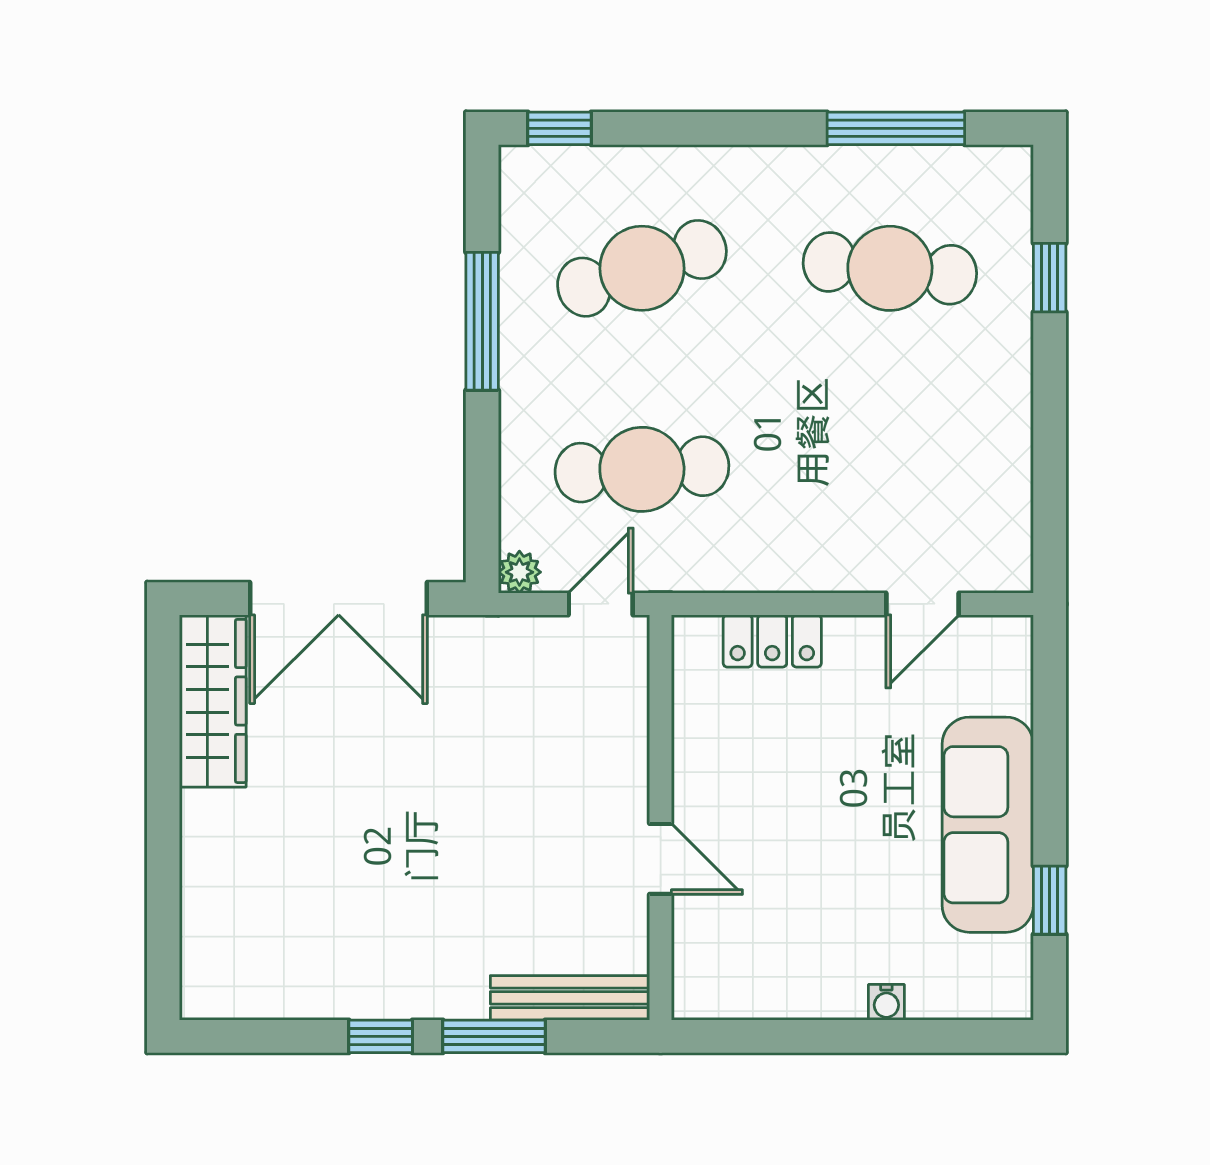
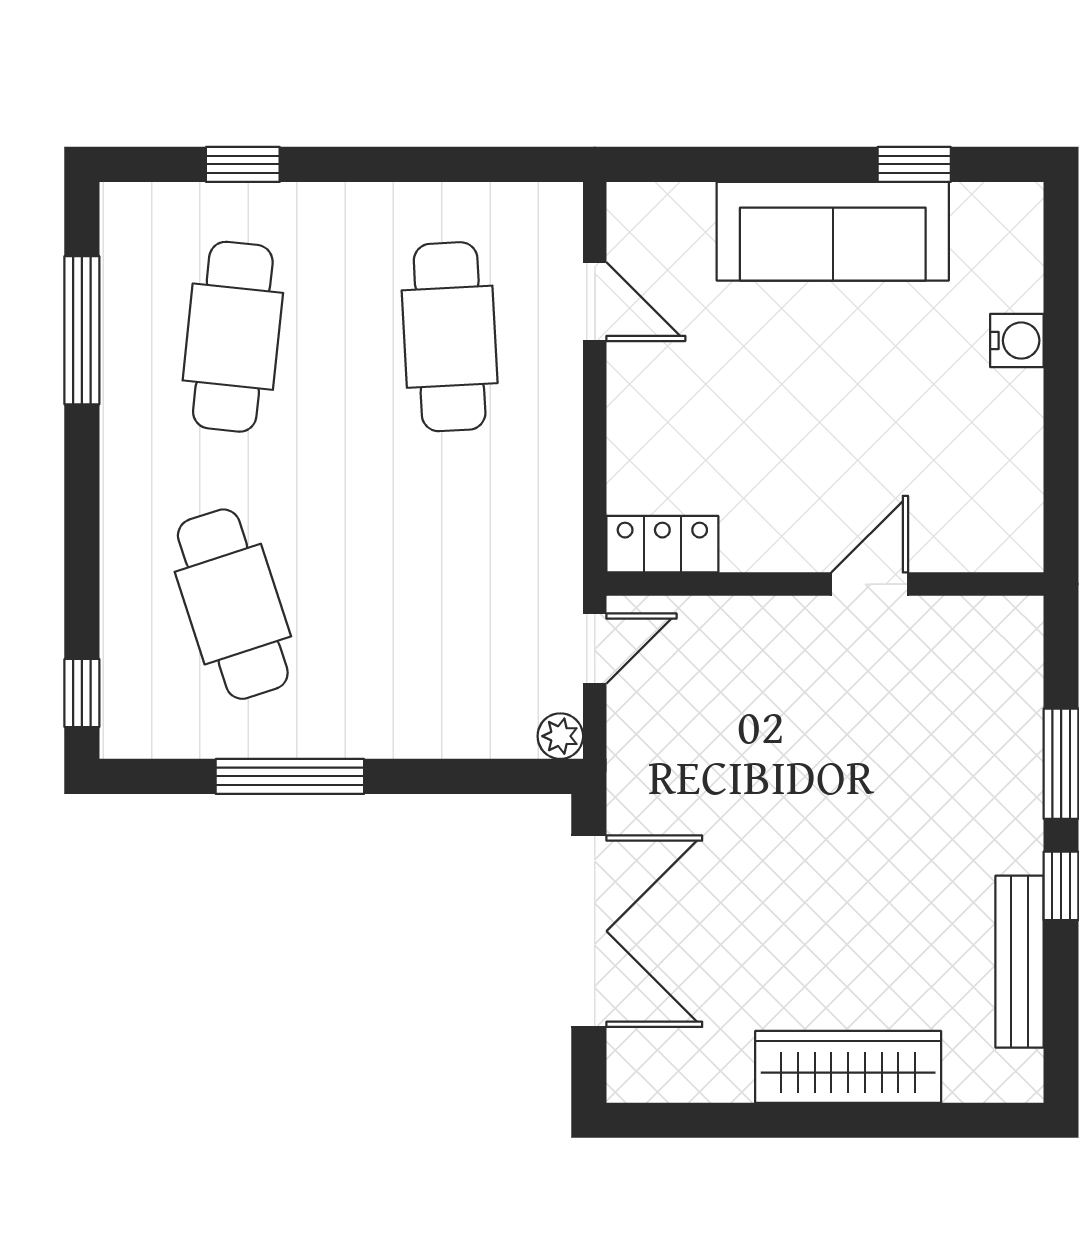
cafe table: (642, 469) -> (450, 337), moved
door: (601, 604) -> (595, 649), swing flipped
locker: (772, 641) -> (662, 544), moved, turned -90
wardrobe: (213, 701) -> (848, 1067), moved
bench: (570, 998) -> (1019, 962), moved
water cooler: (886, 1002) -> (1017, 341), width x1.38, depth x1.38

